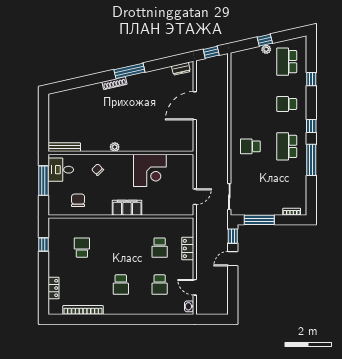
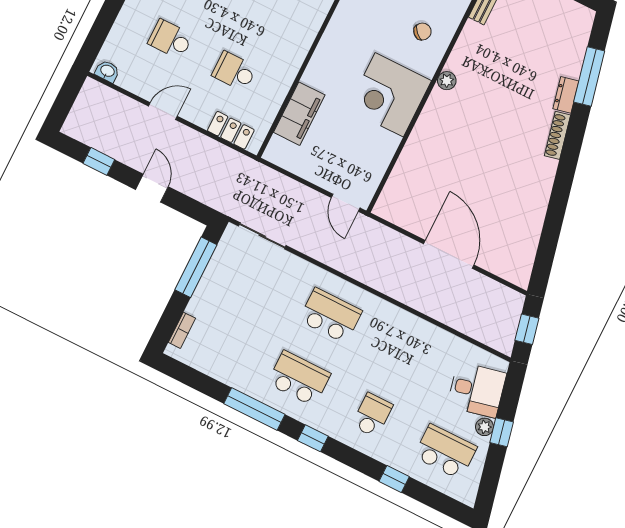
desk: (251, 61) -> (477, 390), added
dresser: (181, 69) -> (566, 95), moved
window: (129, 71) -> (589, 77), moved
school desk: (250, 146) -> (331, 315), width x1.85
corner desk: (150, 170) -> (389, 95), moved
door: (195, 197) -> (346, 203), moved
filing cabinet: (127, 208) -> (299, 114), moved
window: (233, 236) -> (99, 161), moved
locker: (188, 248) -> (231, 130), moved
door: (195, 287) -> (163, 111), moved

